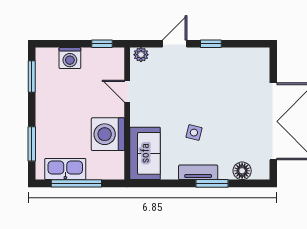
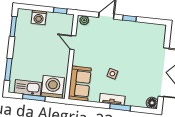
washing machine: (108, 134) -> (53, 87), moved, turned 90
floor lamp: (242, 171) -> (152, 103), moved
window: (76, 183) -> (34, 98), width x0.69

